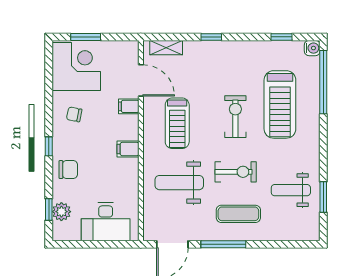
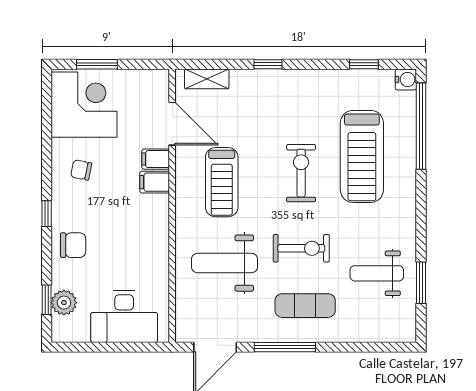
filing cabinet: (128, 149) -> (155, 182), moved

